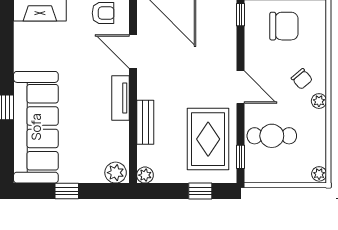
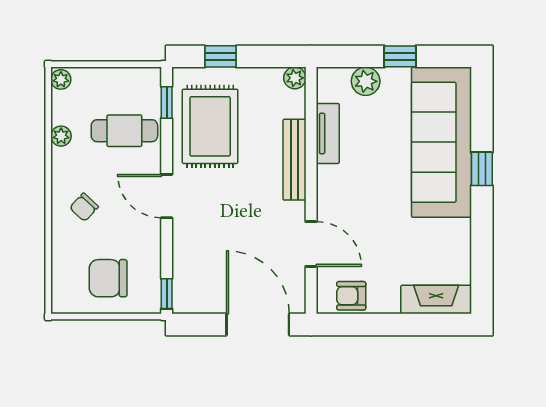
chair: (302, 79) -> (84, 207), turned -97
tv unit: (120, 98) -> (328, 133), moved
plant: (319, 101) -> (61, 136), moved
bench: (145, 122) -> (294, 160), width x1.36
plant: (116, 173) -> (366, 81), moved

